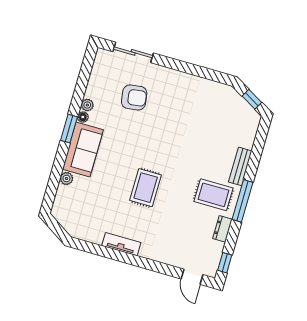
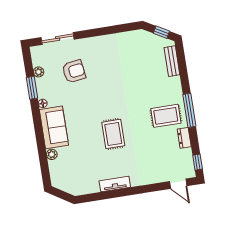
plant: (87, 105) -> (39, 72), moved
window: (69, 129) -> (32, 88), moved
bench: (240, 166) -> (172, 61), moved

